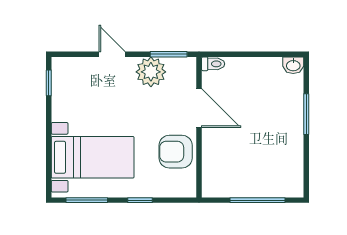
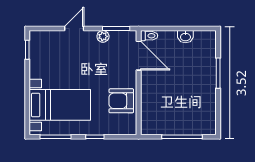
door: (112, 54) -> (74, 29), hinge flipped
washbasin: (293, 65) -> (185, 37), moved
plant: (151, 72) -> (103, 36), width x0.53, depth x0.53
door: (199, 108) -> (139, 56), moved

